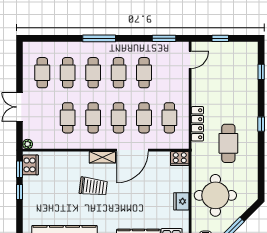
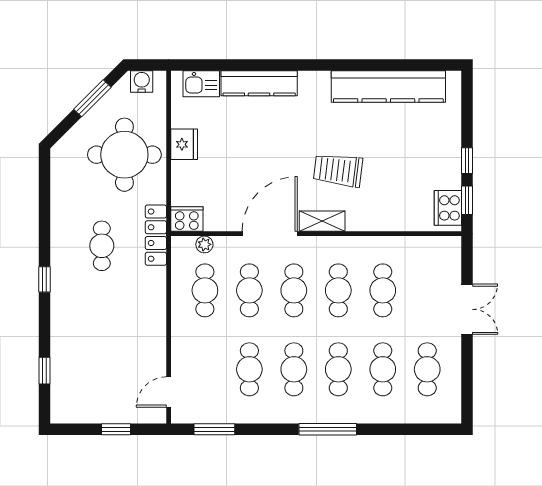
locker: (197, 124) -> (156, 235), moved
cafe table: (228, 143) -> (102, 246), width x0.73, depth x0.74
plant: (28, 144) -> (204, 244), moved

